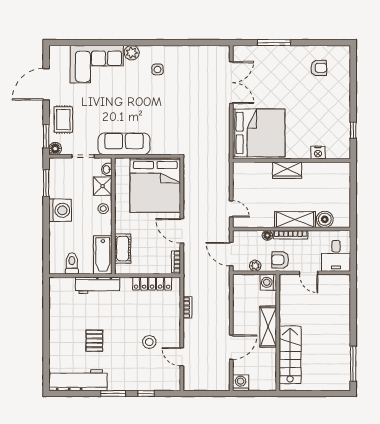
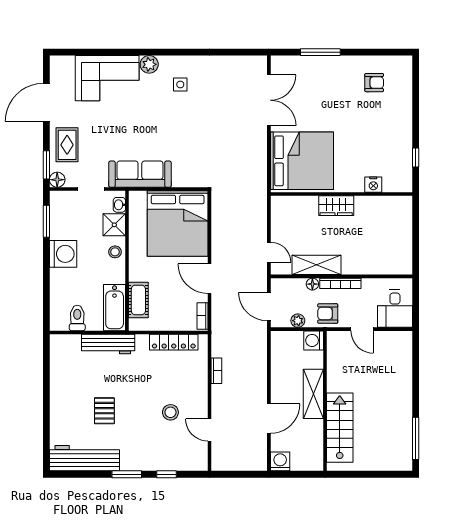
boiler: (325, 219) -> (381, 265), removed
shelving: (295, 220) -> (316, 265), moved

